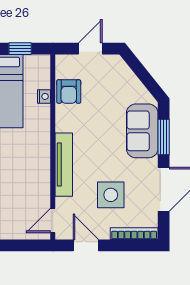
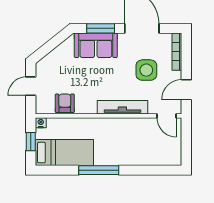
door: (90, 49) -> (31, 86), hinge flipped
armchair: (69, 92) -> (65, 103), turned -90
nightstand: (44, 96) -> (41, 123), moved

